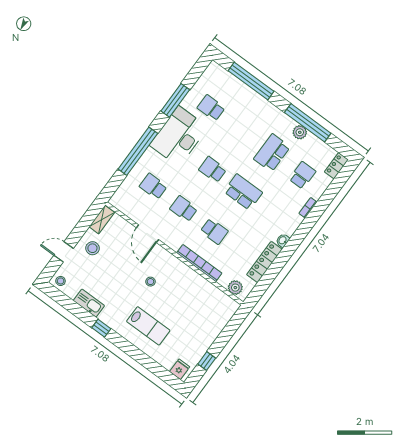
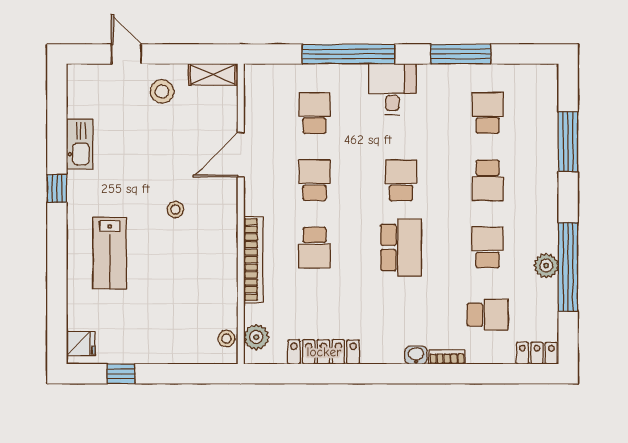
window: (251, 81) -> (568, 142), width x0.68
school desk: (242, 130) -> (488, 180), added
desk: (179, 136) -> (392, 89), width x0.53, depth x0.77
school desk: (272, 153) -> (488, 247), width x0.54
washbasin: (283, 240) -> (416, 355), moved
stool: (61, 281) -> (226, 339), moved

